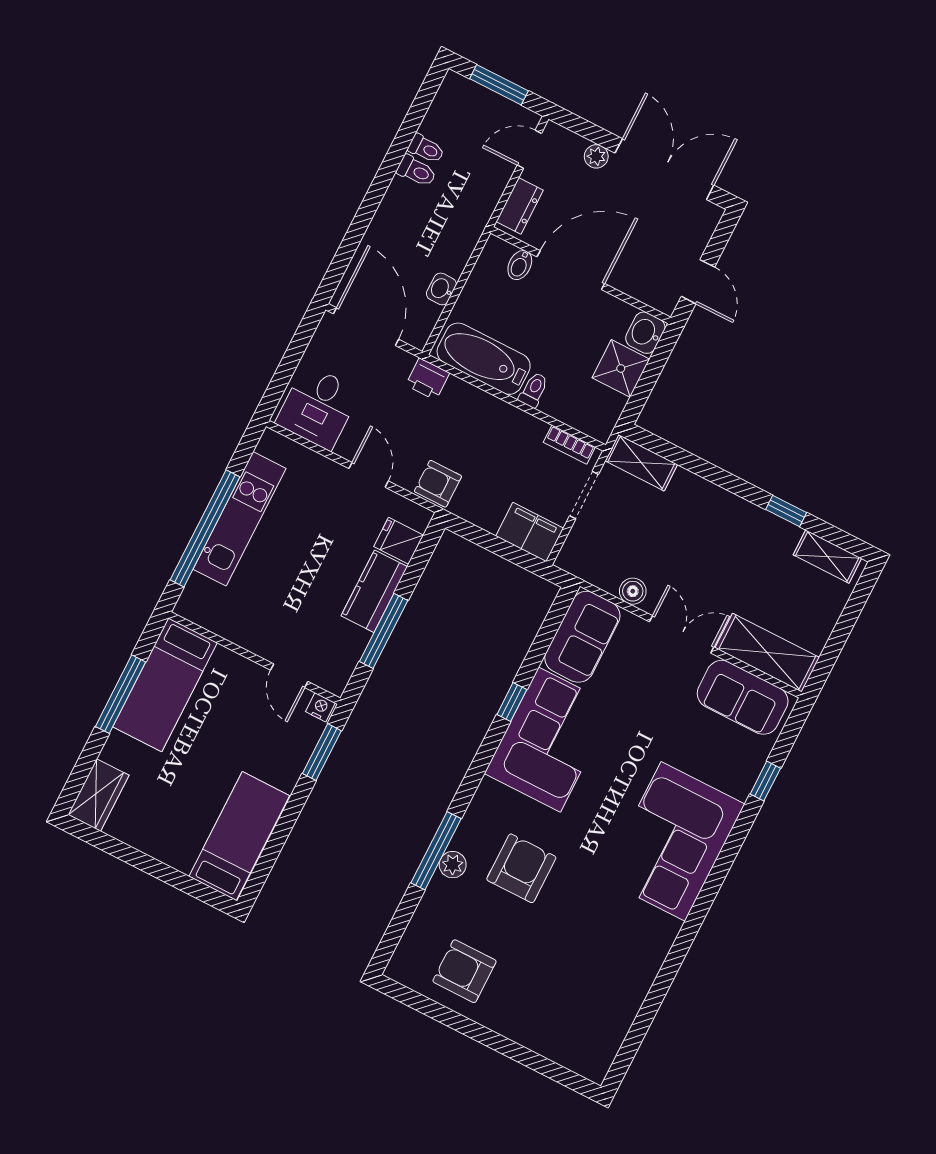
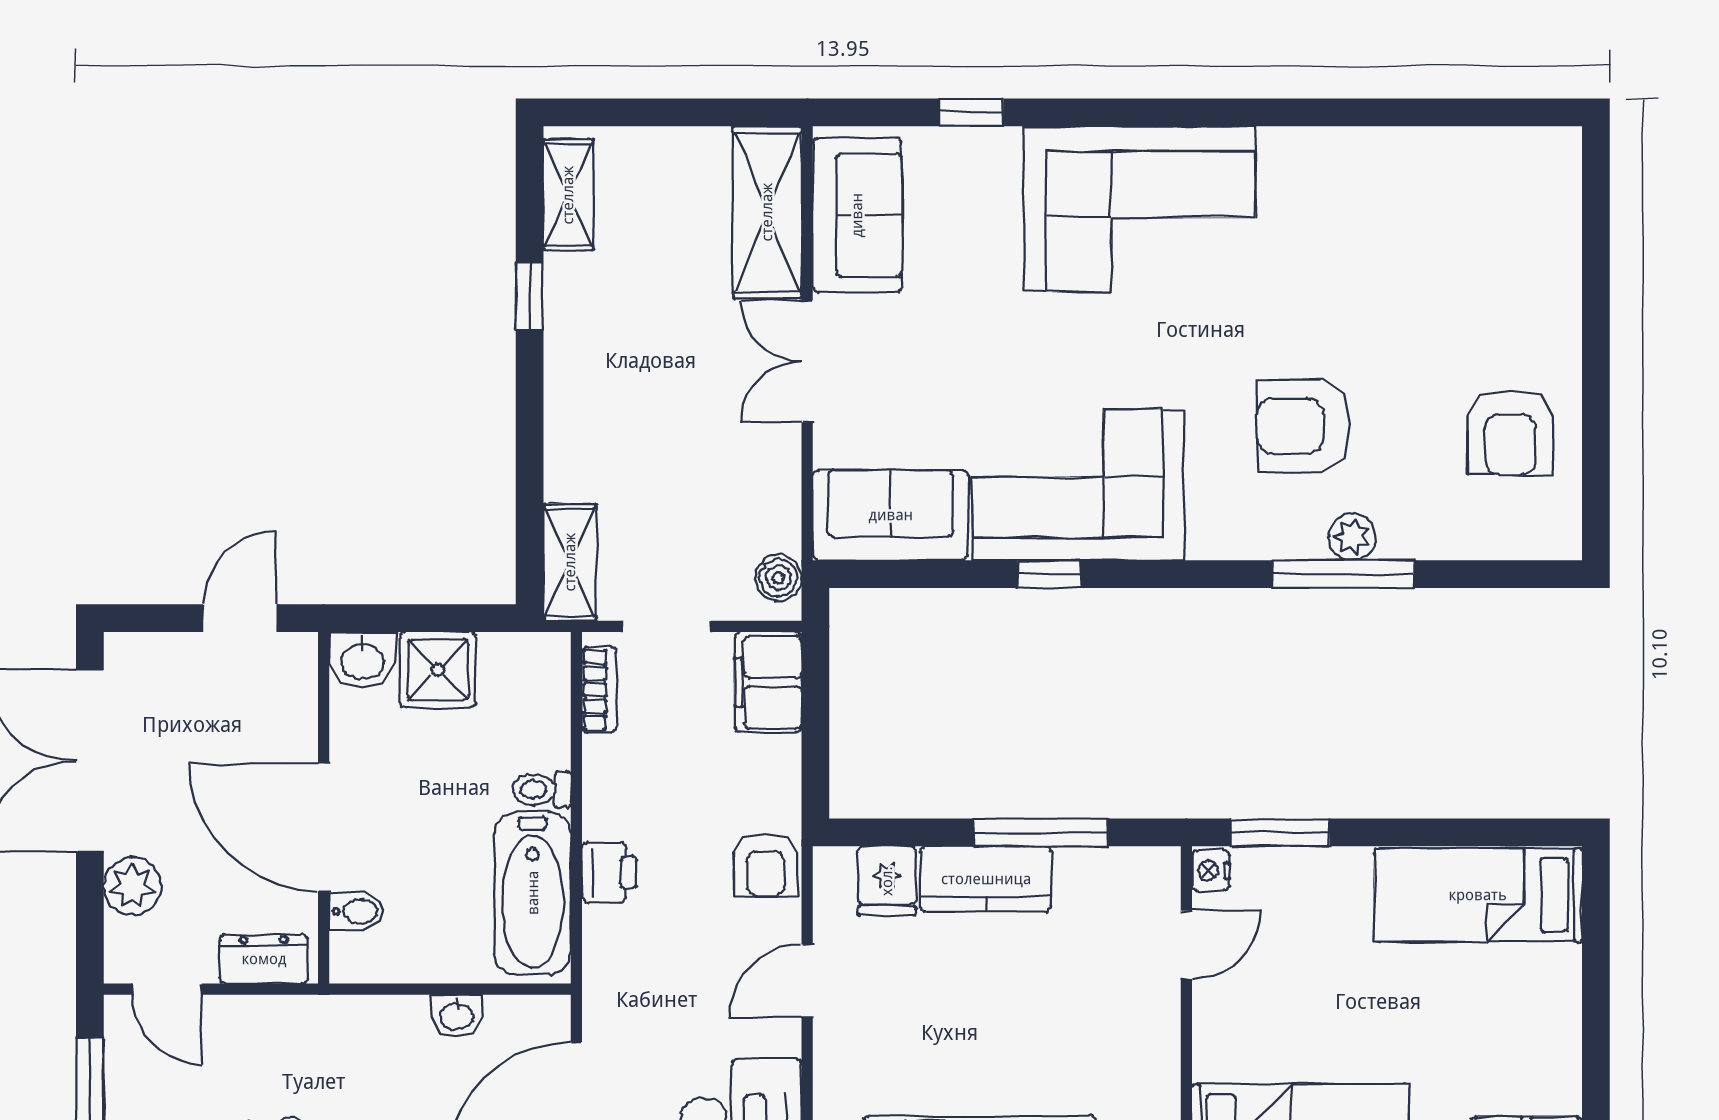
plant: (596, 156) -> (132, 886), width x1.38, depth x1.38
printer: (428, 379) -> (609, 872), moved
boiler: (633, 591) -> (778, 578), moved

